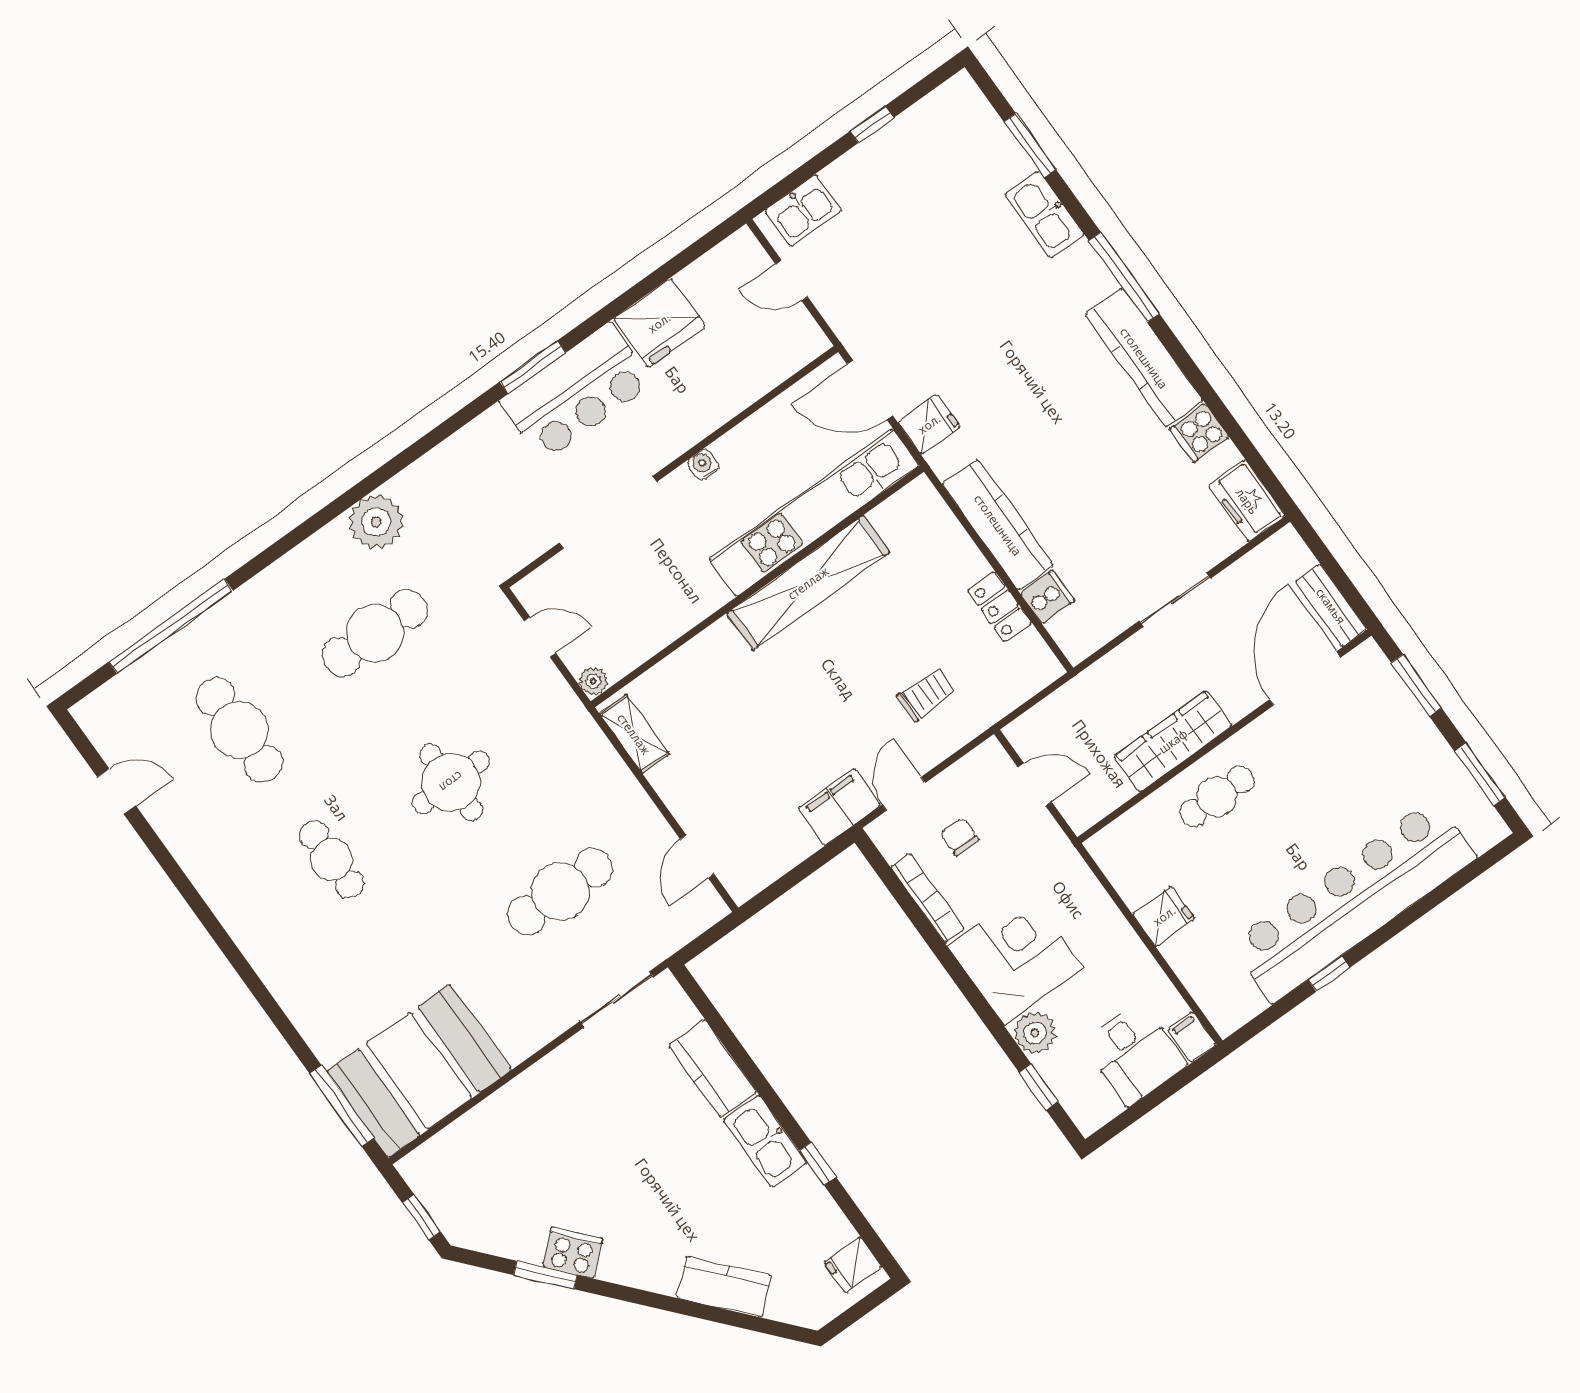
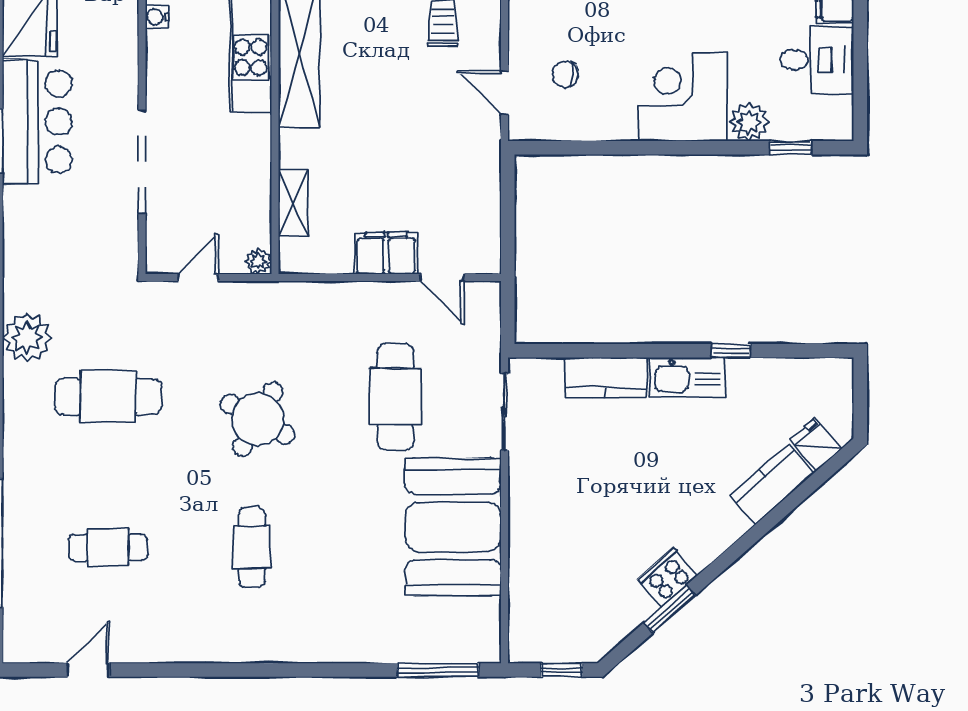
water cooler: (703, 465) -> (157, 17), moved
cafe table: (375, 633) -> (108, 397), turned 90
cafe table: (239, 730) -> (108, 547), width x0.73, depth x0.74
shelving: (634, 734) -> (293, 203), moved, turned 90
round table: (451, 782) -> (258, 419), turned 30
filing cabinet: (839, 807) -> (386, 253), moved, turned 90
cafe table: (332, 859) -> (252, 547), turned 90
bookcase: (927, 898) -> (593, 130), removed
booth: (419, 1071) -> (453, 527), moved
fridge: (853, 1265) -> (816, 444), moved, turned 139

